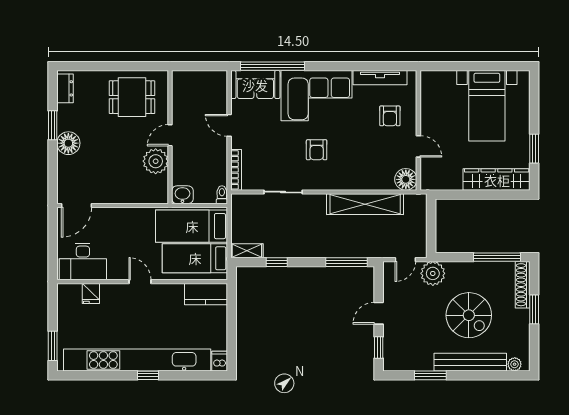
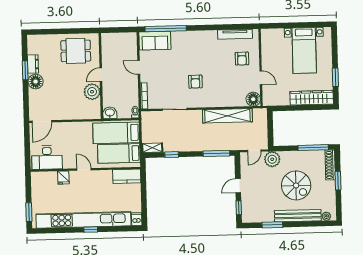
dresser: (65, 88) -> (33, 64), moved
corner sofa: (317, 96) -> (194, 47), removed
fridge: (91, 293) -> (63, 178), moved

